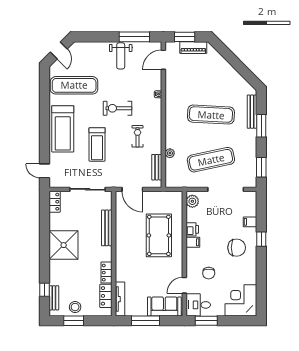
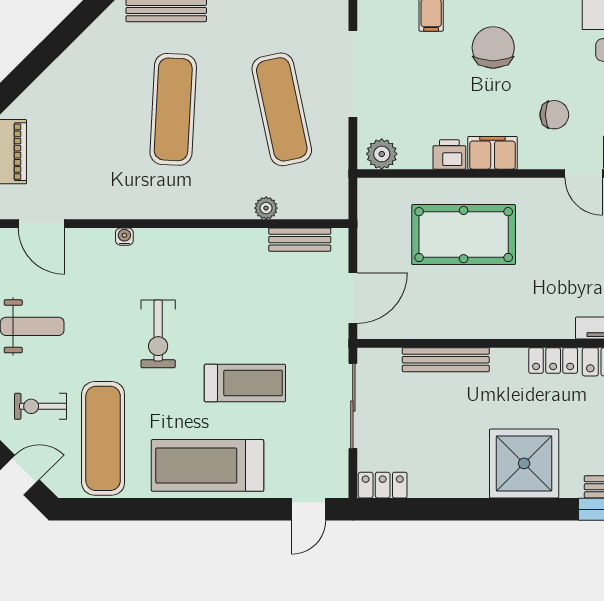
treadmill: (63, 129) -> (207, 465), turned 180
exercise bike: (138, 136) -> (40, 406), moved
filing cabinet: (193, 242) -> (493, 153), width x2.00
shower: (64, 245) -> (524, 463), moved

